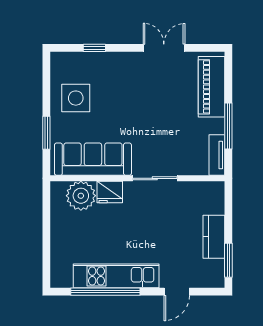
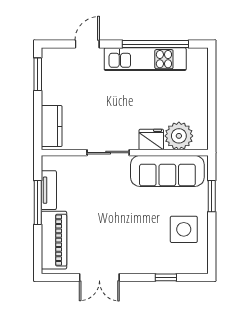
tv unit: (217, 155) -> (49, 190), moved
kitchen counter: (214, 237) -> (52, 126), moved

